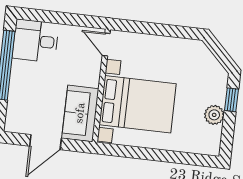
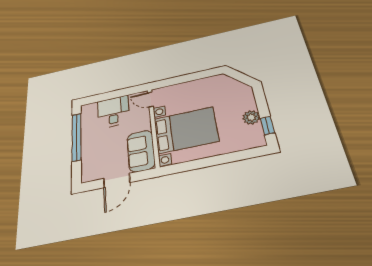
desk: (36, 41) -> (113, 112), moved, turned 90
window: (231, 100) -> (267, 126), moved

